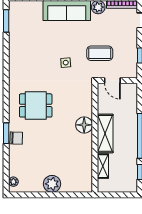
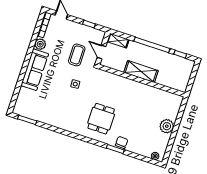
door: (112, 81) -> (101, 52), swing flipped
floor lamp: (84, 125) -> (129, 86), removed
shelving: (103, 166) -> (118, 41), moved

